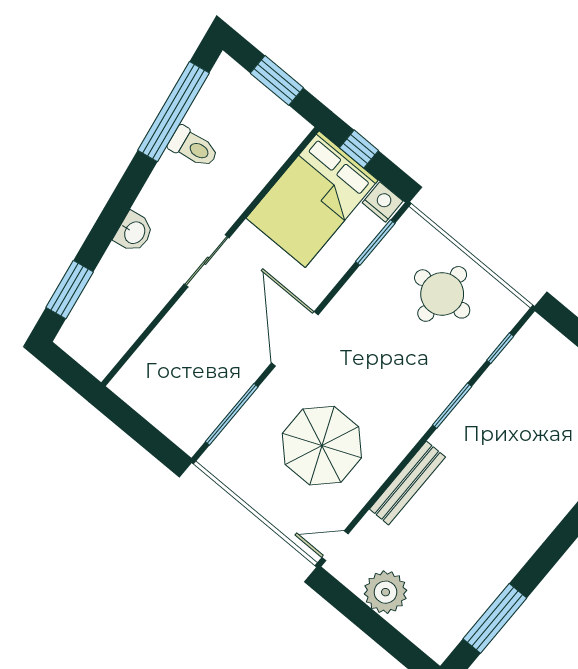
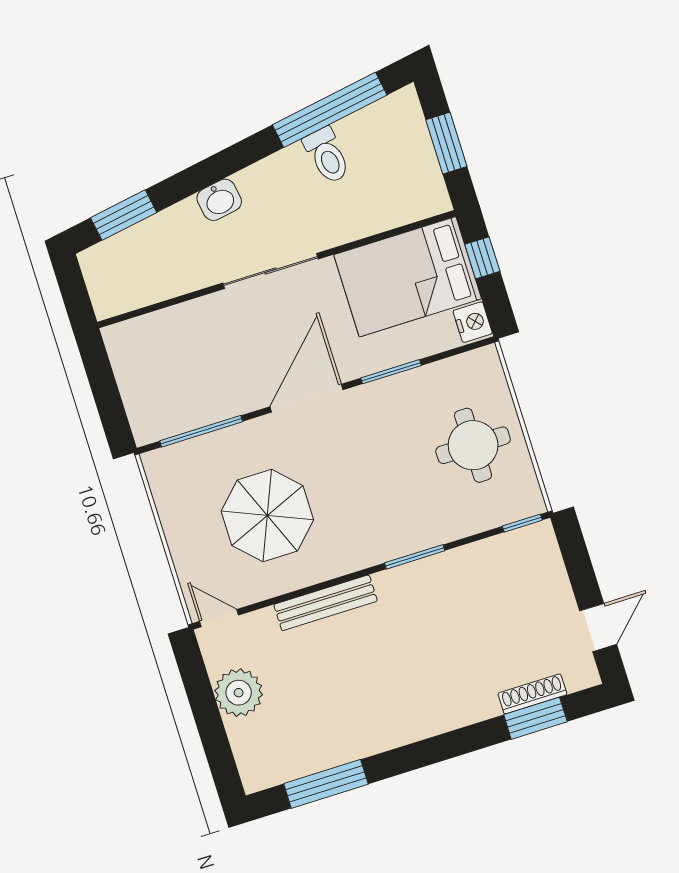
window: (375, 243) -> (391, 372), moved
sliding door: (207, 261) -> (271, 271), width x1.37
window: (500, 348) -> (522, 523), moved

